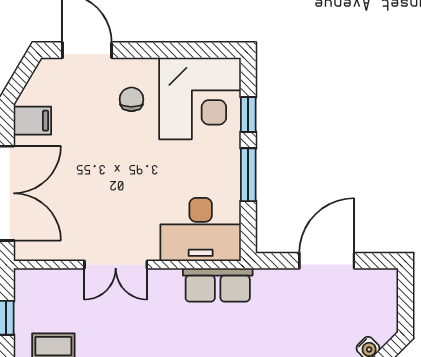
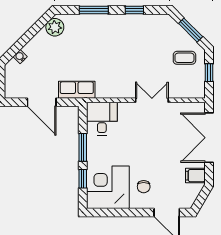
desk: (201, 229) -> (102, 119), width x0.73
door: (327, 261) -> (42, 102), hinge flipped
row of seats: (218, 285) -> (77, 90), moved

